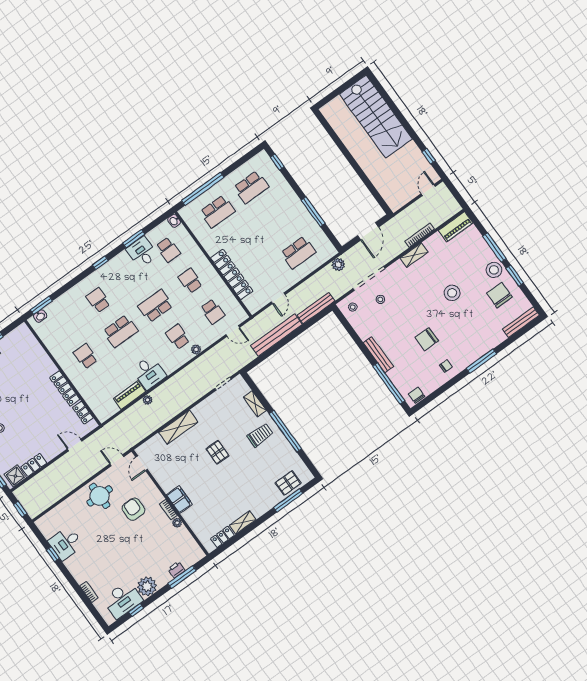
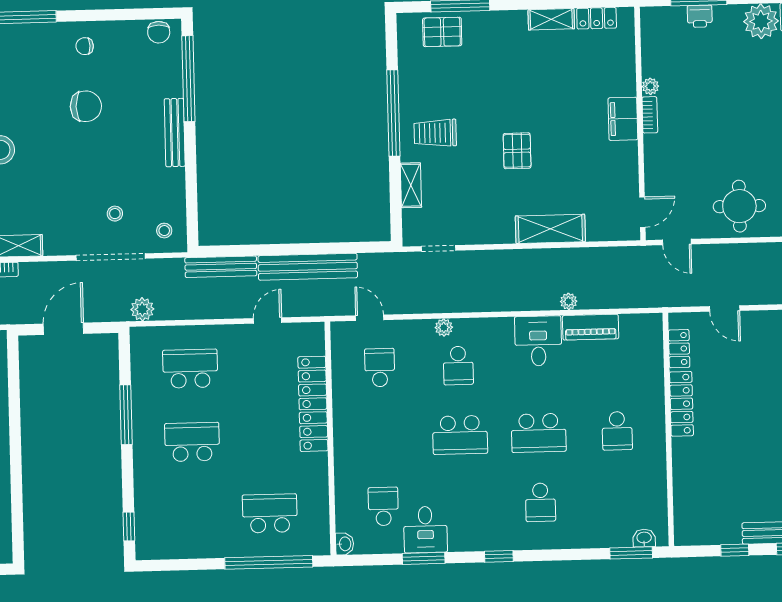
school desk: (251, 187) -> (192, 442), moved
school desk: (190, 281) -> (381, 437), removed
school desk: (120, 331) -> (539, 433), turned 180
armchair: (134, 509) -> (702, 151), removed

